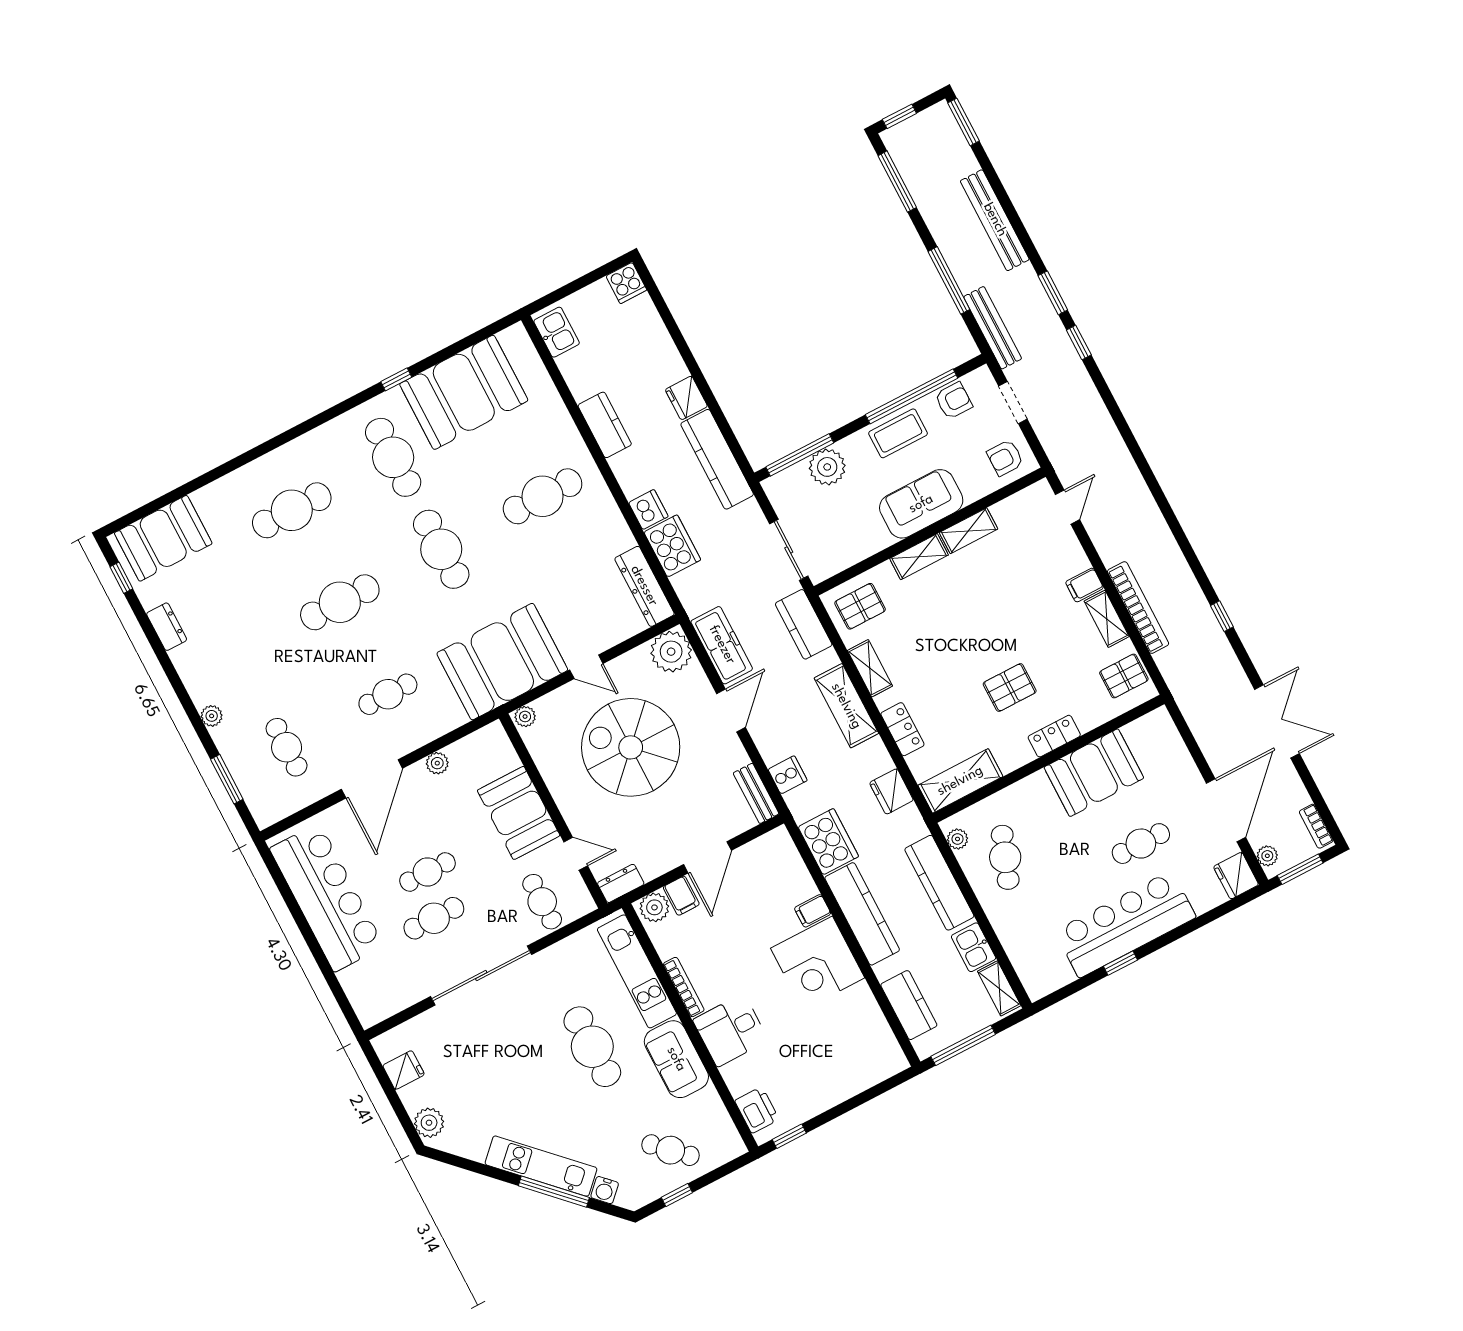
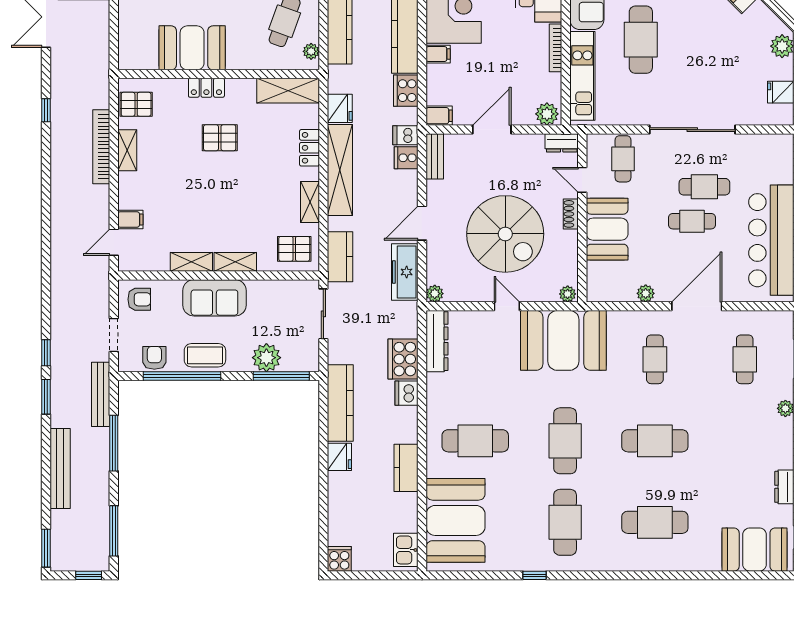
booth: (464, 392) -> (456, 520), moved, turned 90
armchair: (954, 401) -> (154, 358), turned 90
filing cabinet: (1084, 585) -> (130, 219), moved
plant: (671, 652) -> (435, 294), width x0.53, depth x0.53
cafe table: (388, 694) -> (655, 359), turned 90
shelving: (846, 706) -> (340, 170), width x1.47
dishwasher: (802, 800) -> (405, 135), added
shoe rack: (569, 809) -> (571, 214), added
cooker: (828, 842) -> (406, 91), width x0.73, depth x0.76
filing cabinet: (681, 896) -> (439, 116), moved, turned 90

